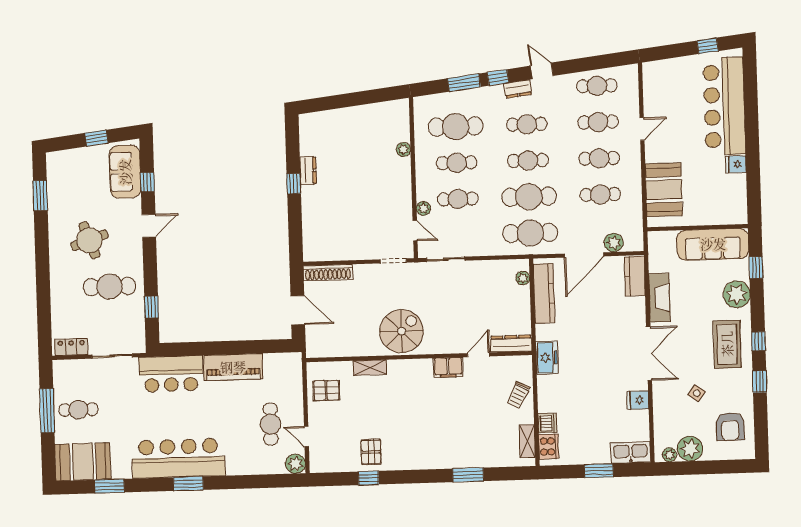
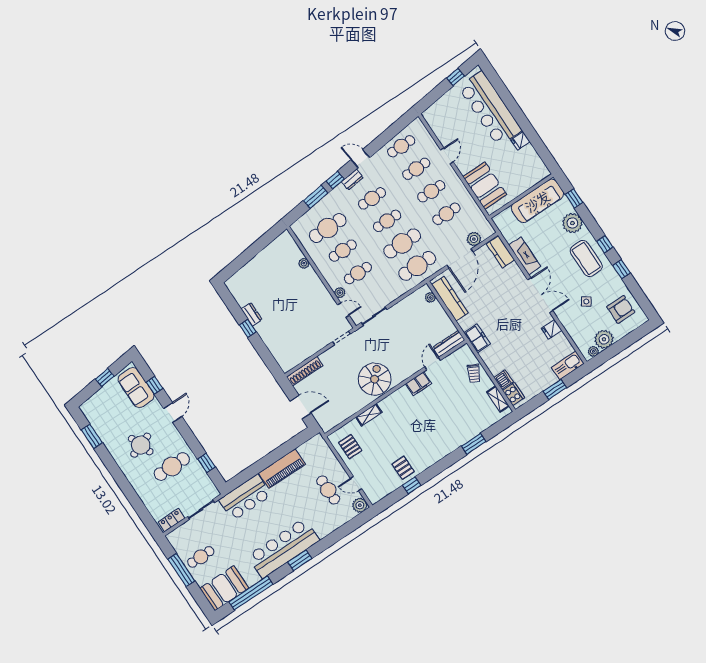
pallet: (326, 390) -> (350, 447), turned 90
armchair: (730, 427) -> (621, 309), turned -90
window: (110, 486) -> (251, 593), width x2.11

